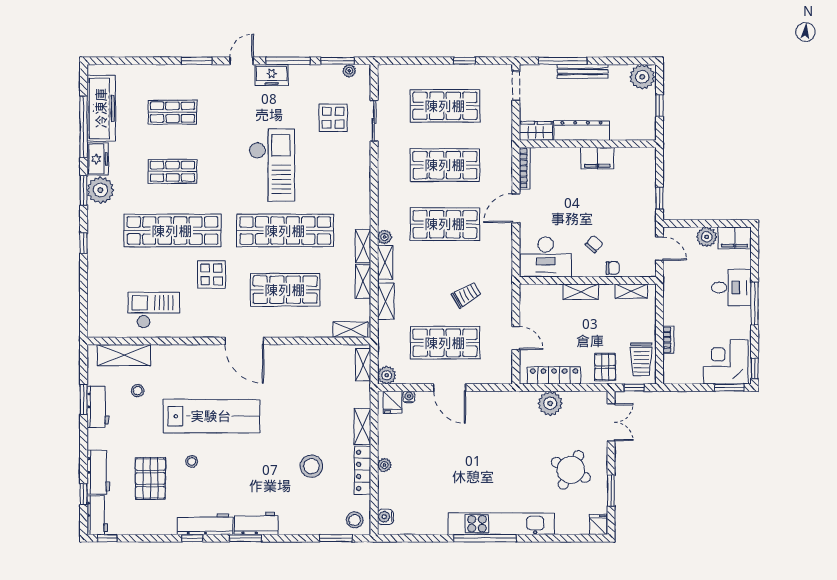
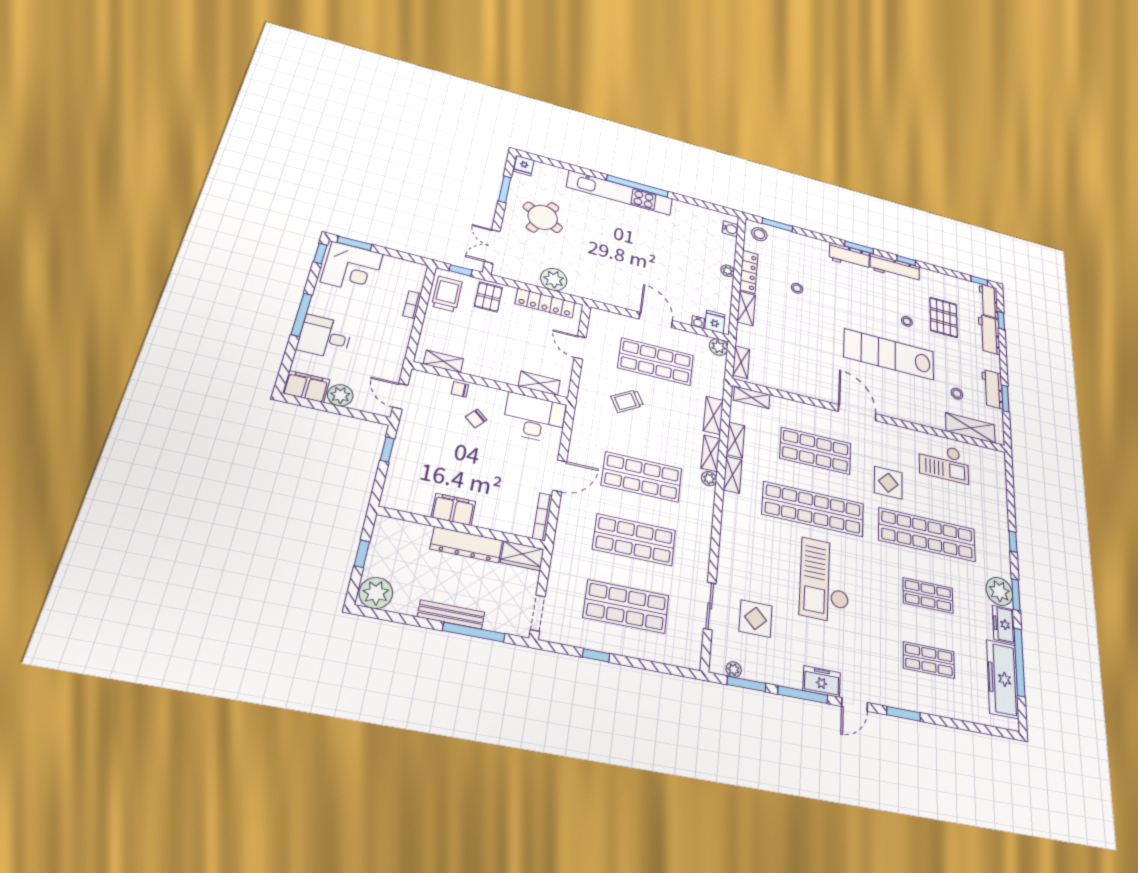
shelving: (581, 292) -> (539, 383), moved
stool: (311, 466) -> (797, 288), width x0.53, depth x0.53

